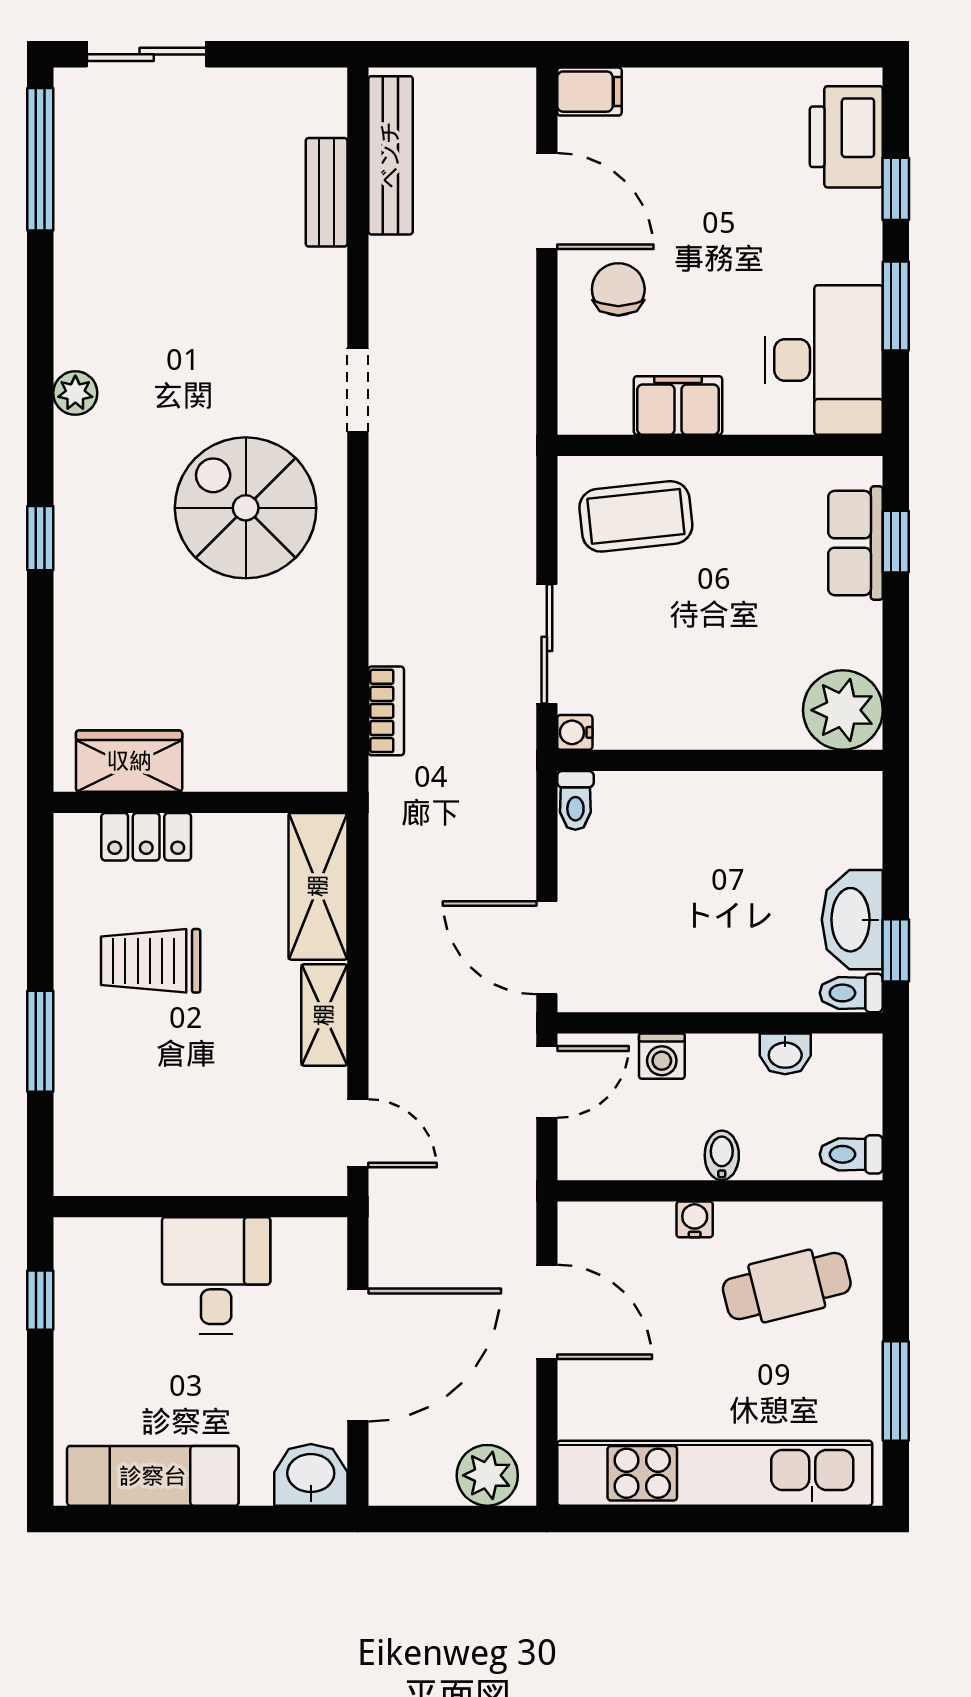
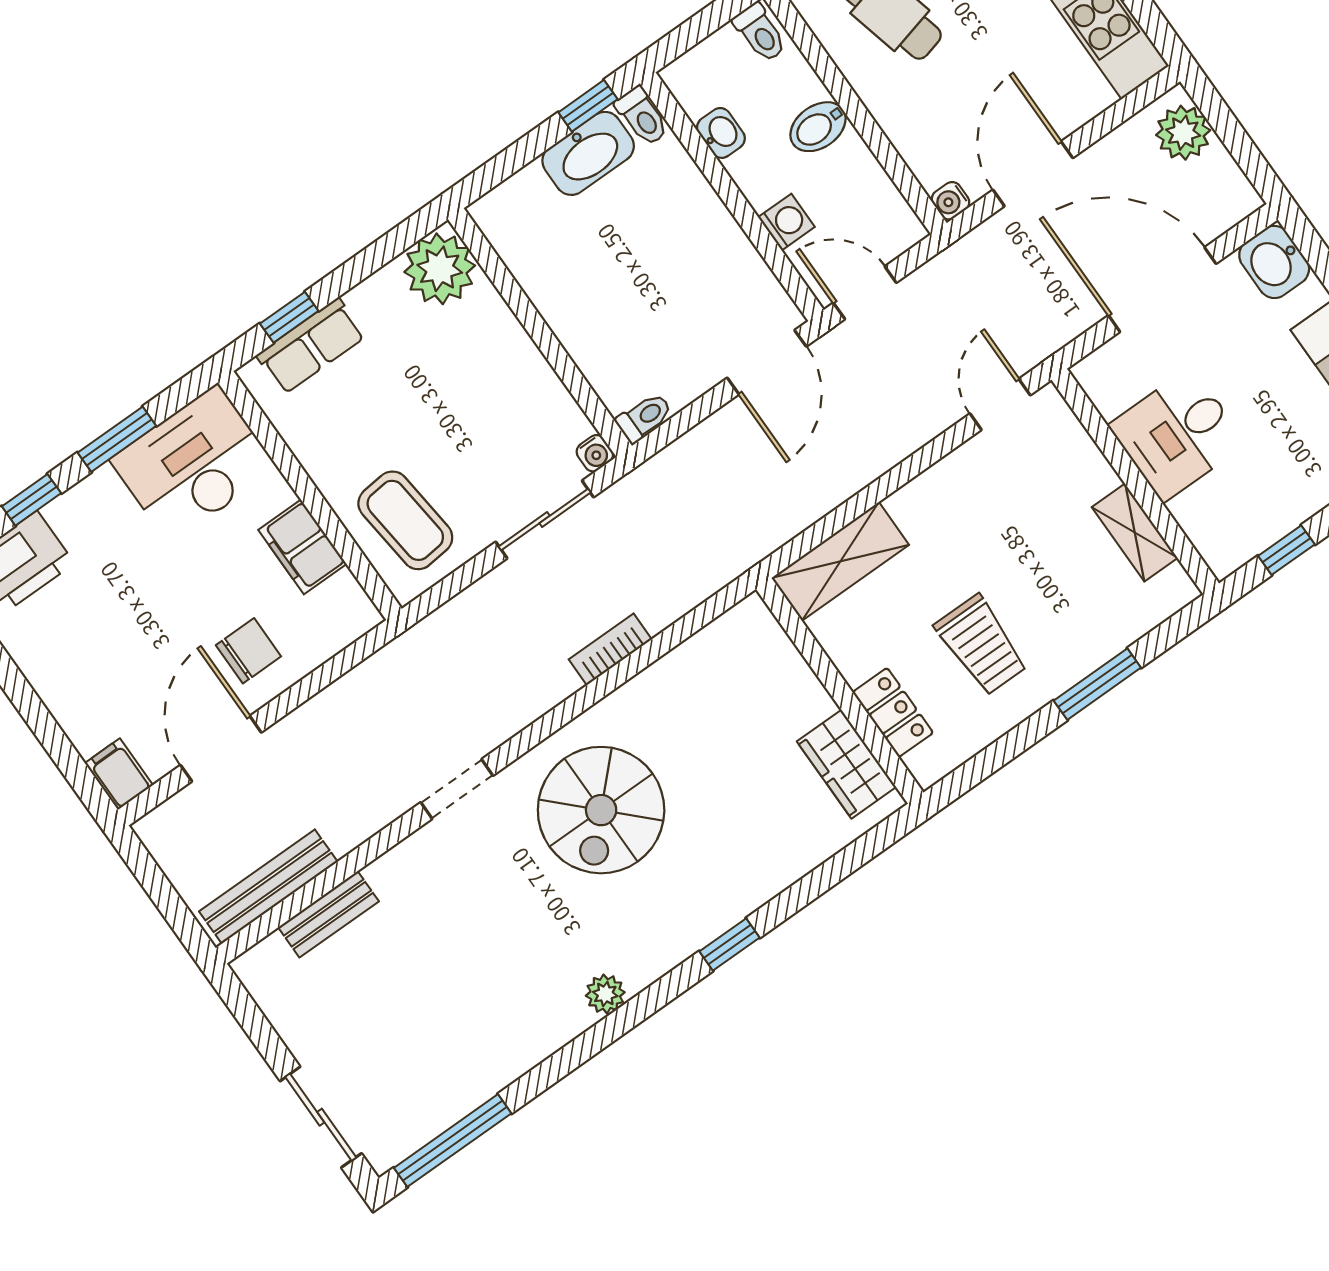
chair: (618, 289) -> (248, 651), turned 180
bookcase: (386, 711) -> (610, 649), moved
shelving: (324, 1015) -> (1135, 533), moved, turned 90
bidet: (722, 1155) -> (818, 127), width x1.38, depth x1.36
water cooler: (695, 1219) -> (950, 201), moved

